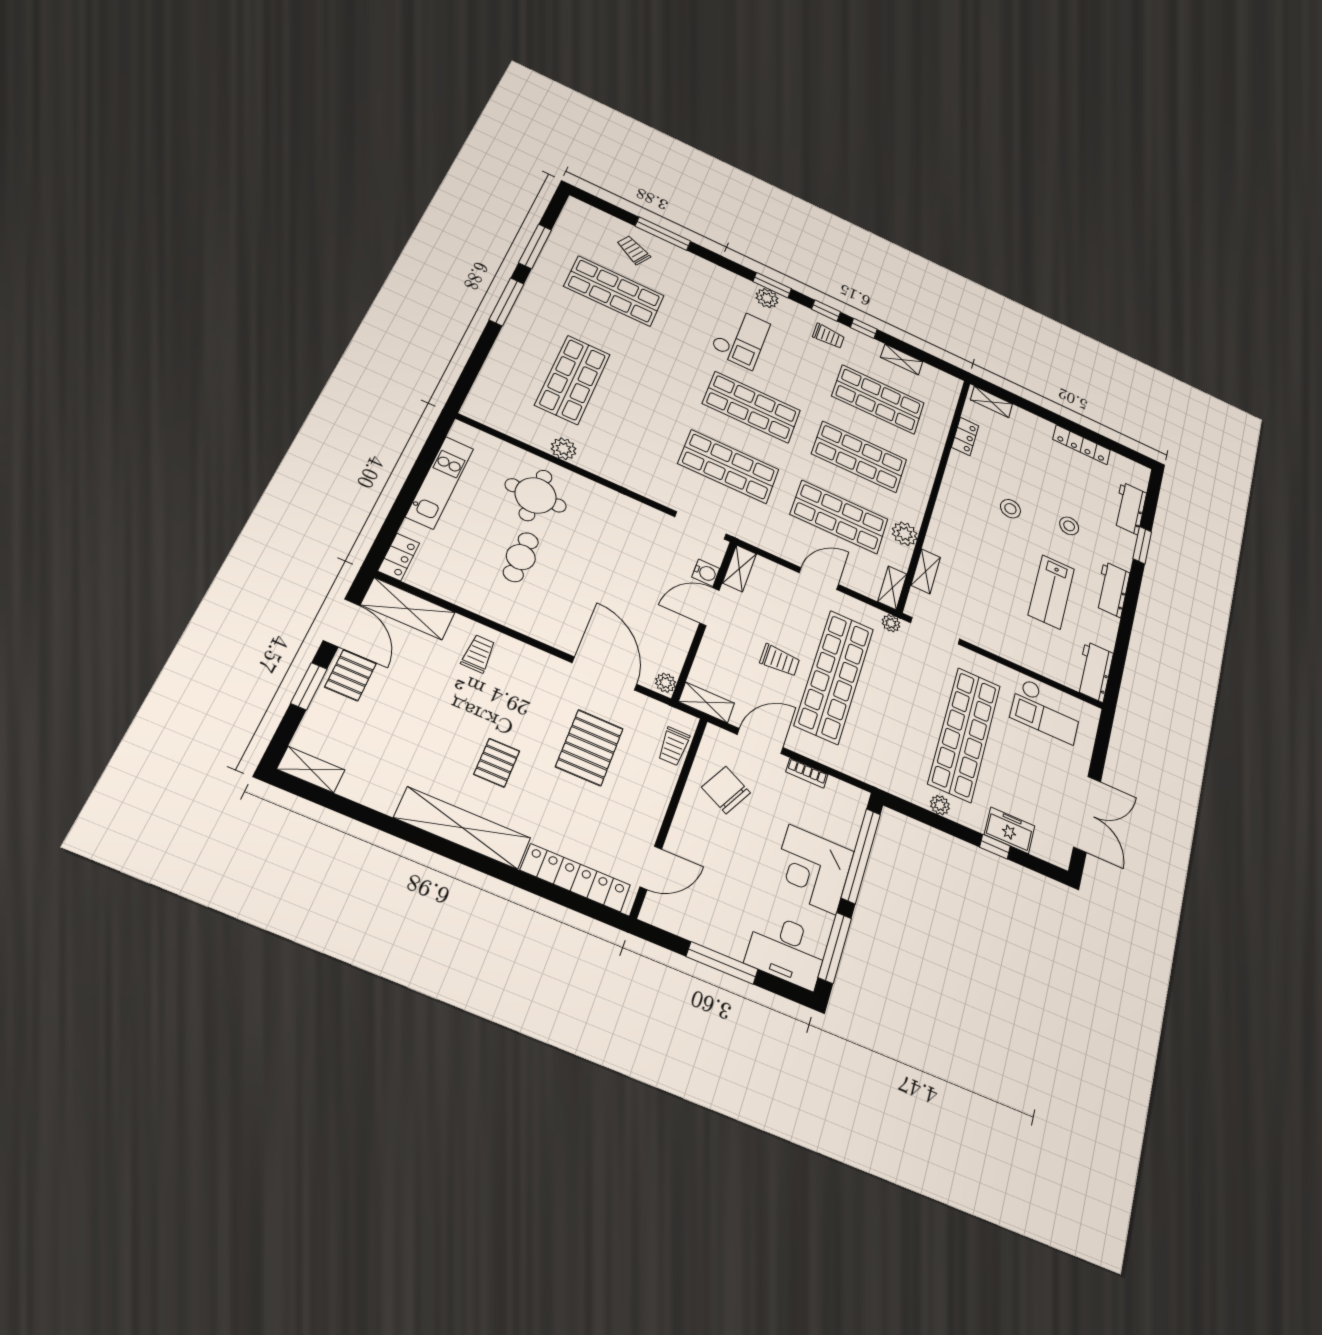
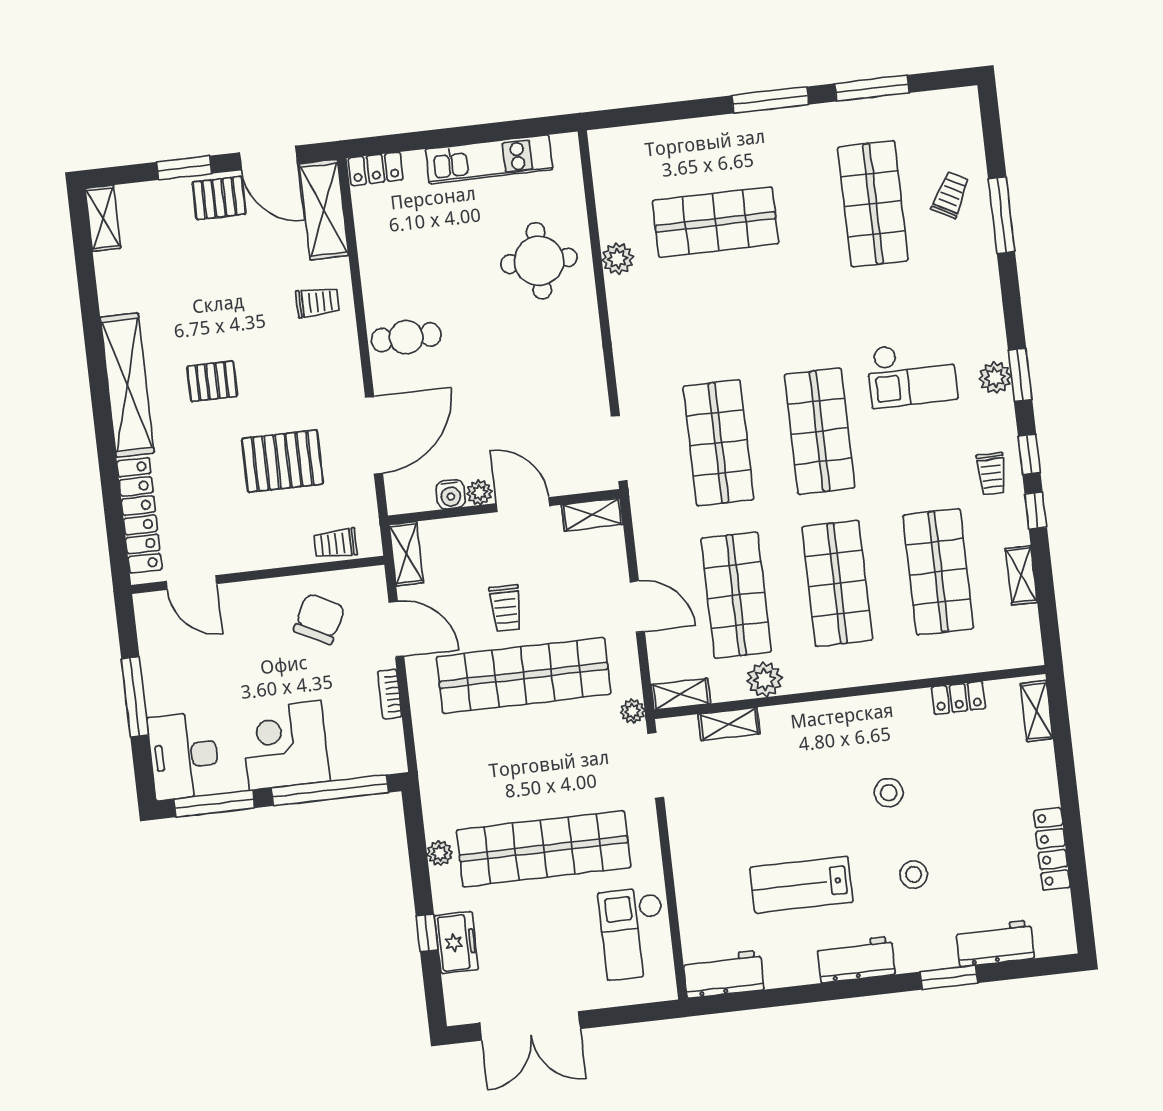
cafe table: (521, 557) -> (406, 337), moved
water cooler: (706, 573) -> (451, 494), moved
door: (341, 623) -> (269, 158), hinge flipped
plant: (666, 683) -> (479, 492), moved

